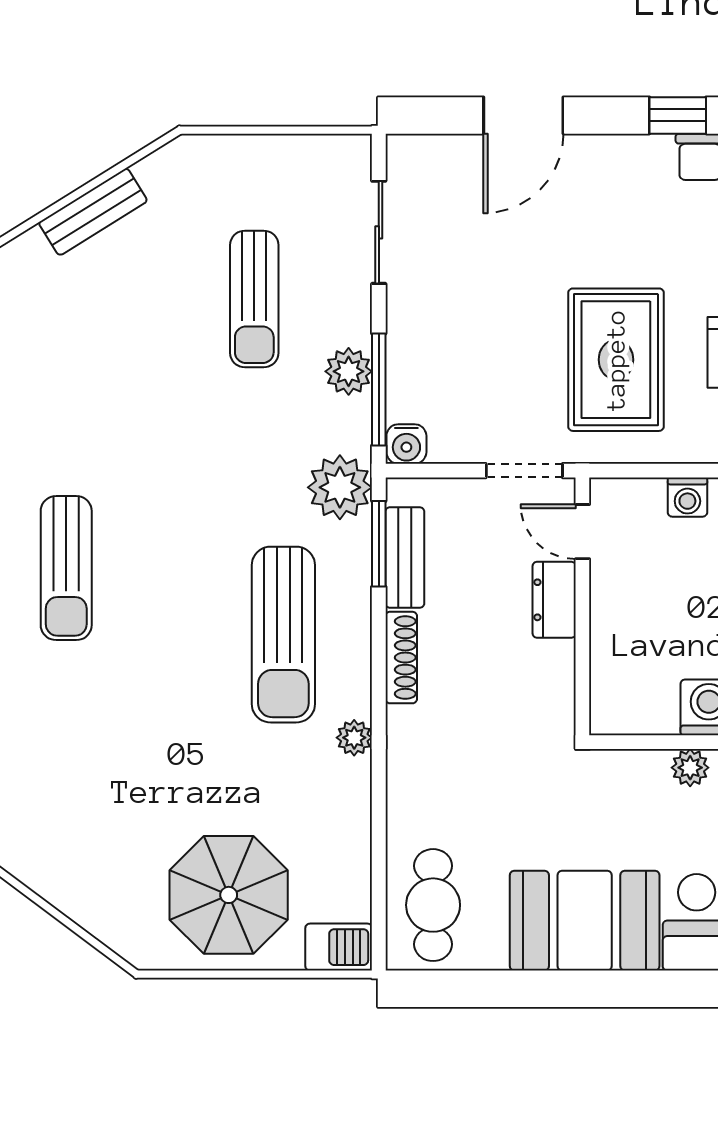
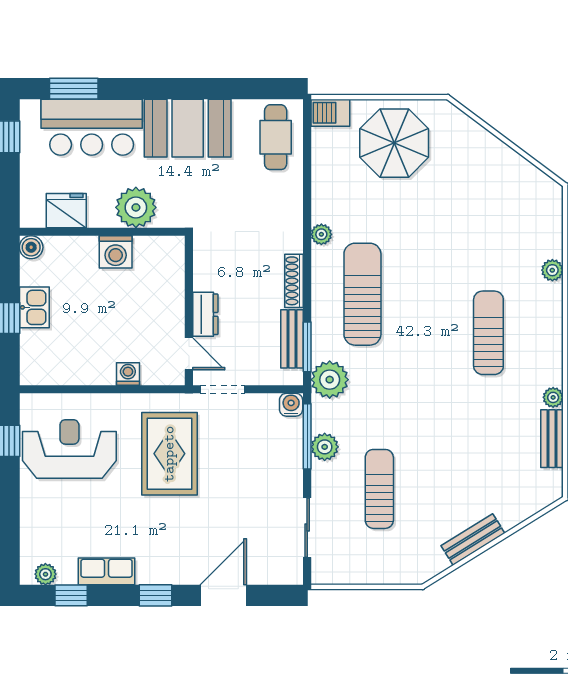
window: (678, 115) -> (155, 595), moved
plant: (690, 768) -> (136, 207), width x1.88, depth x1.88

